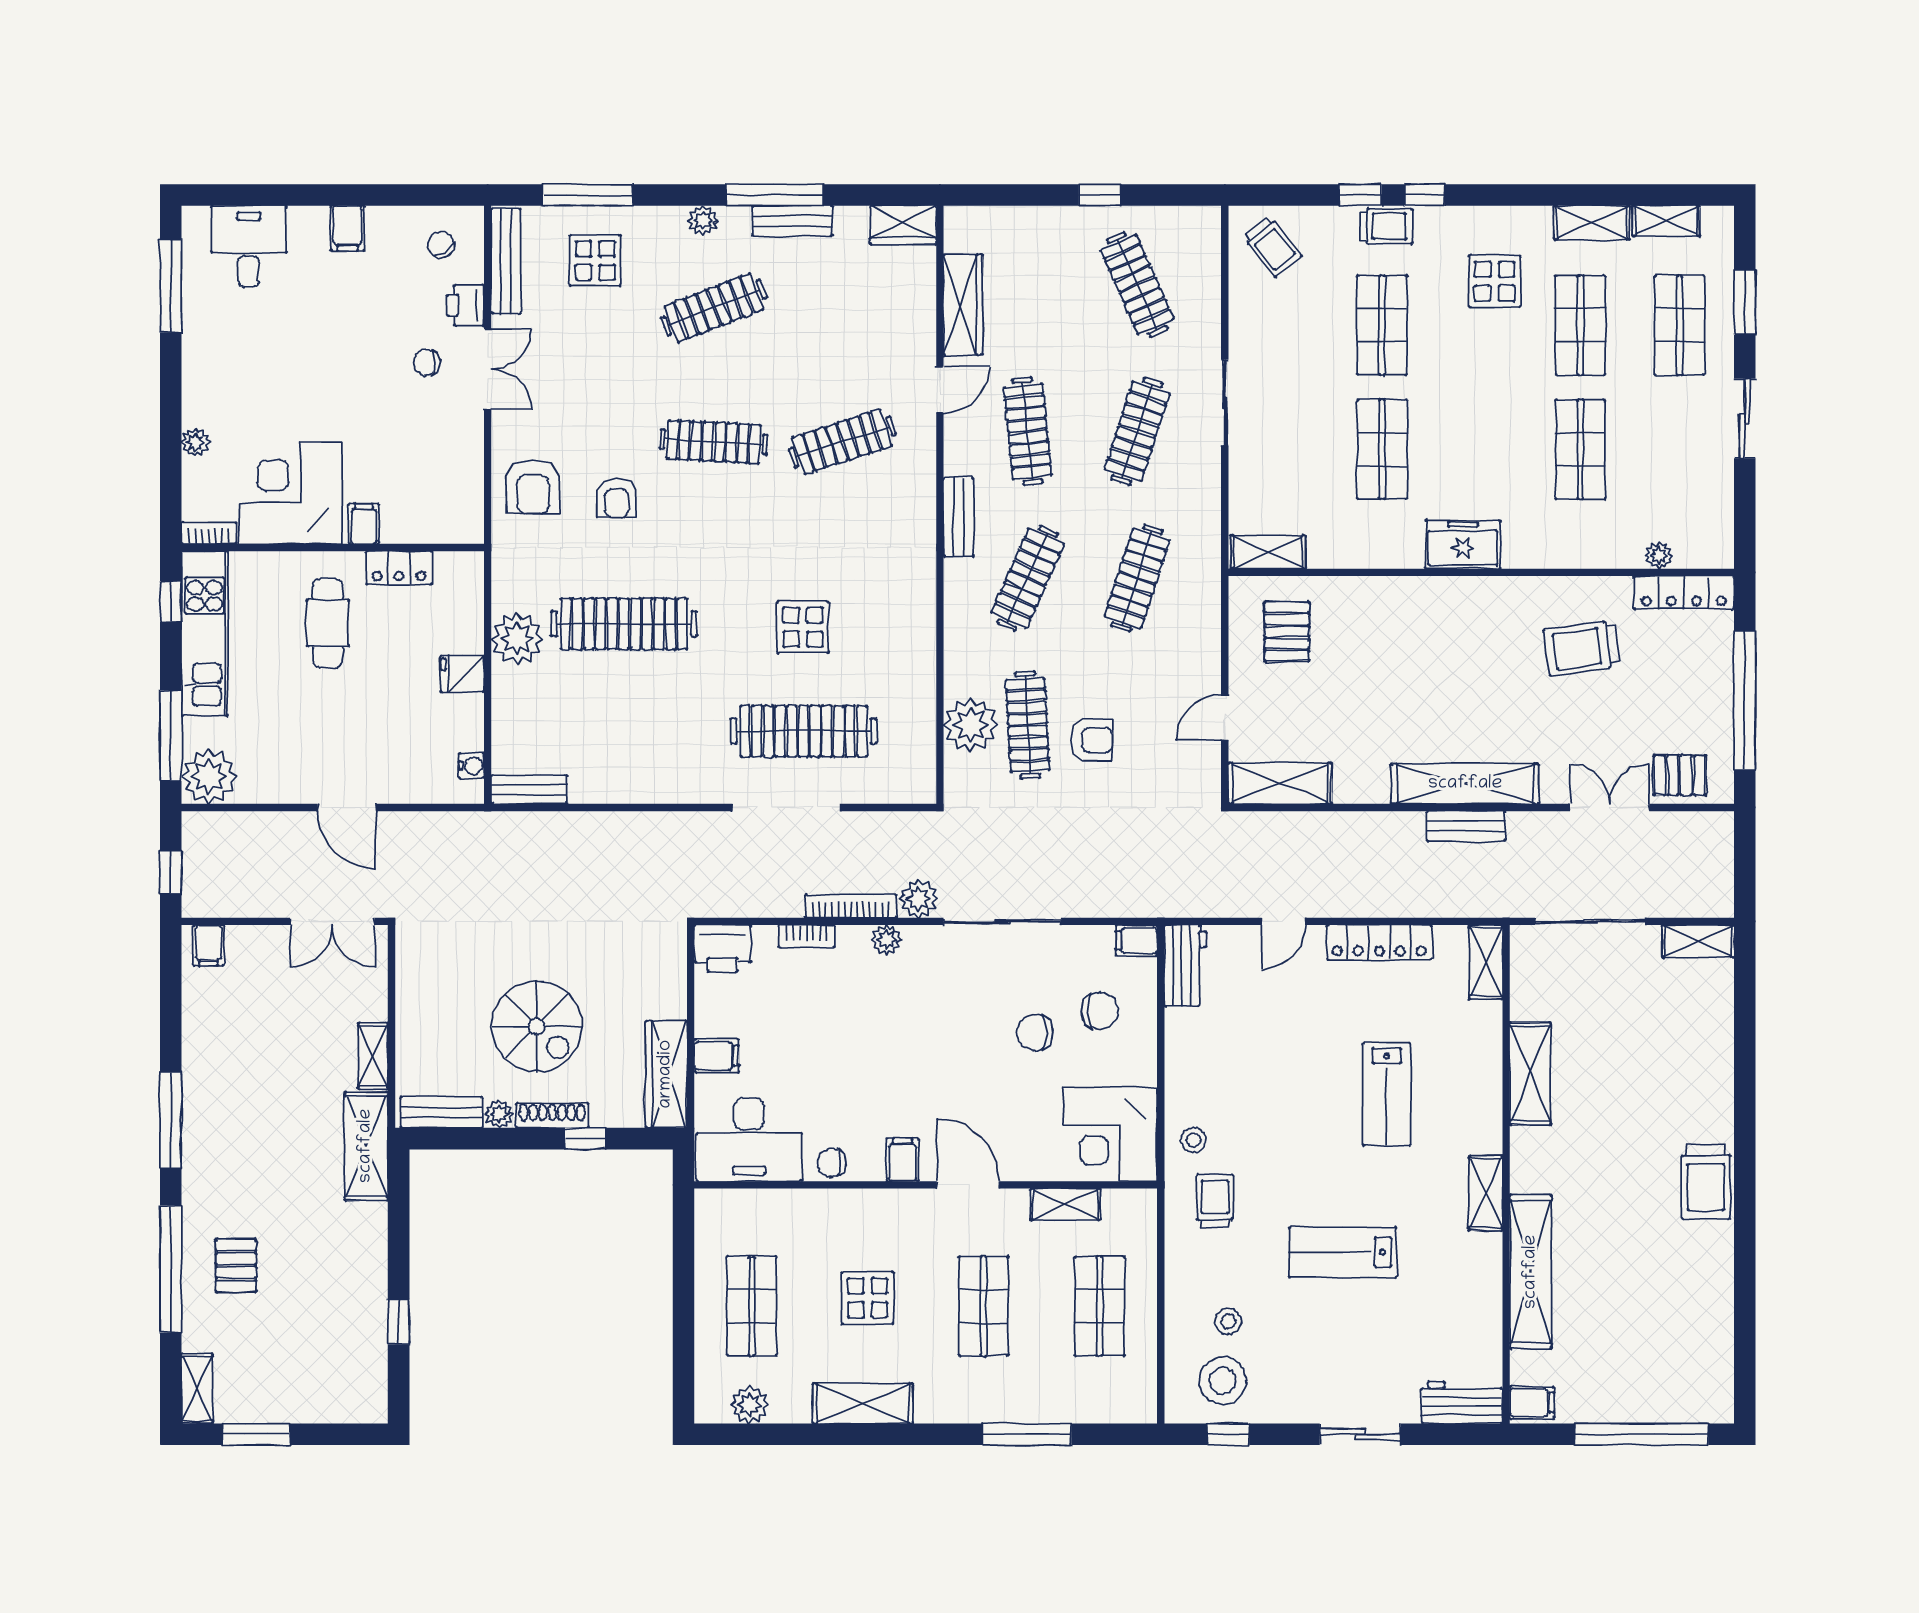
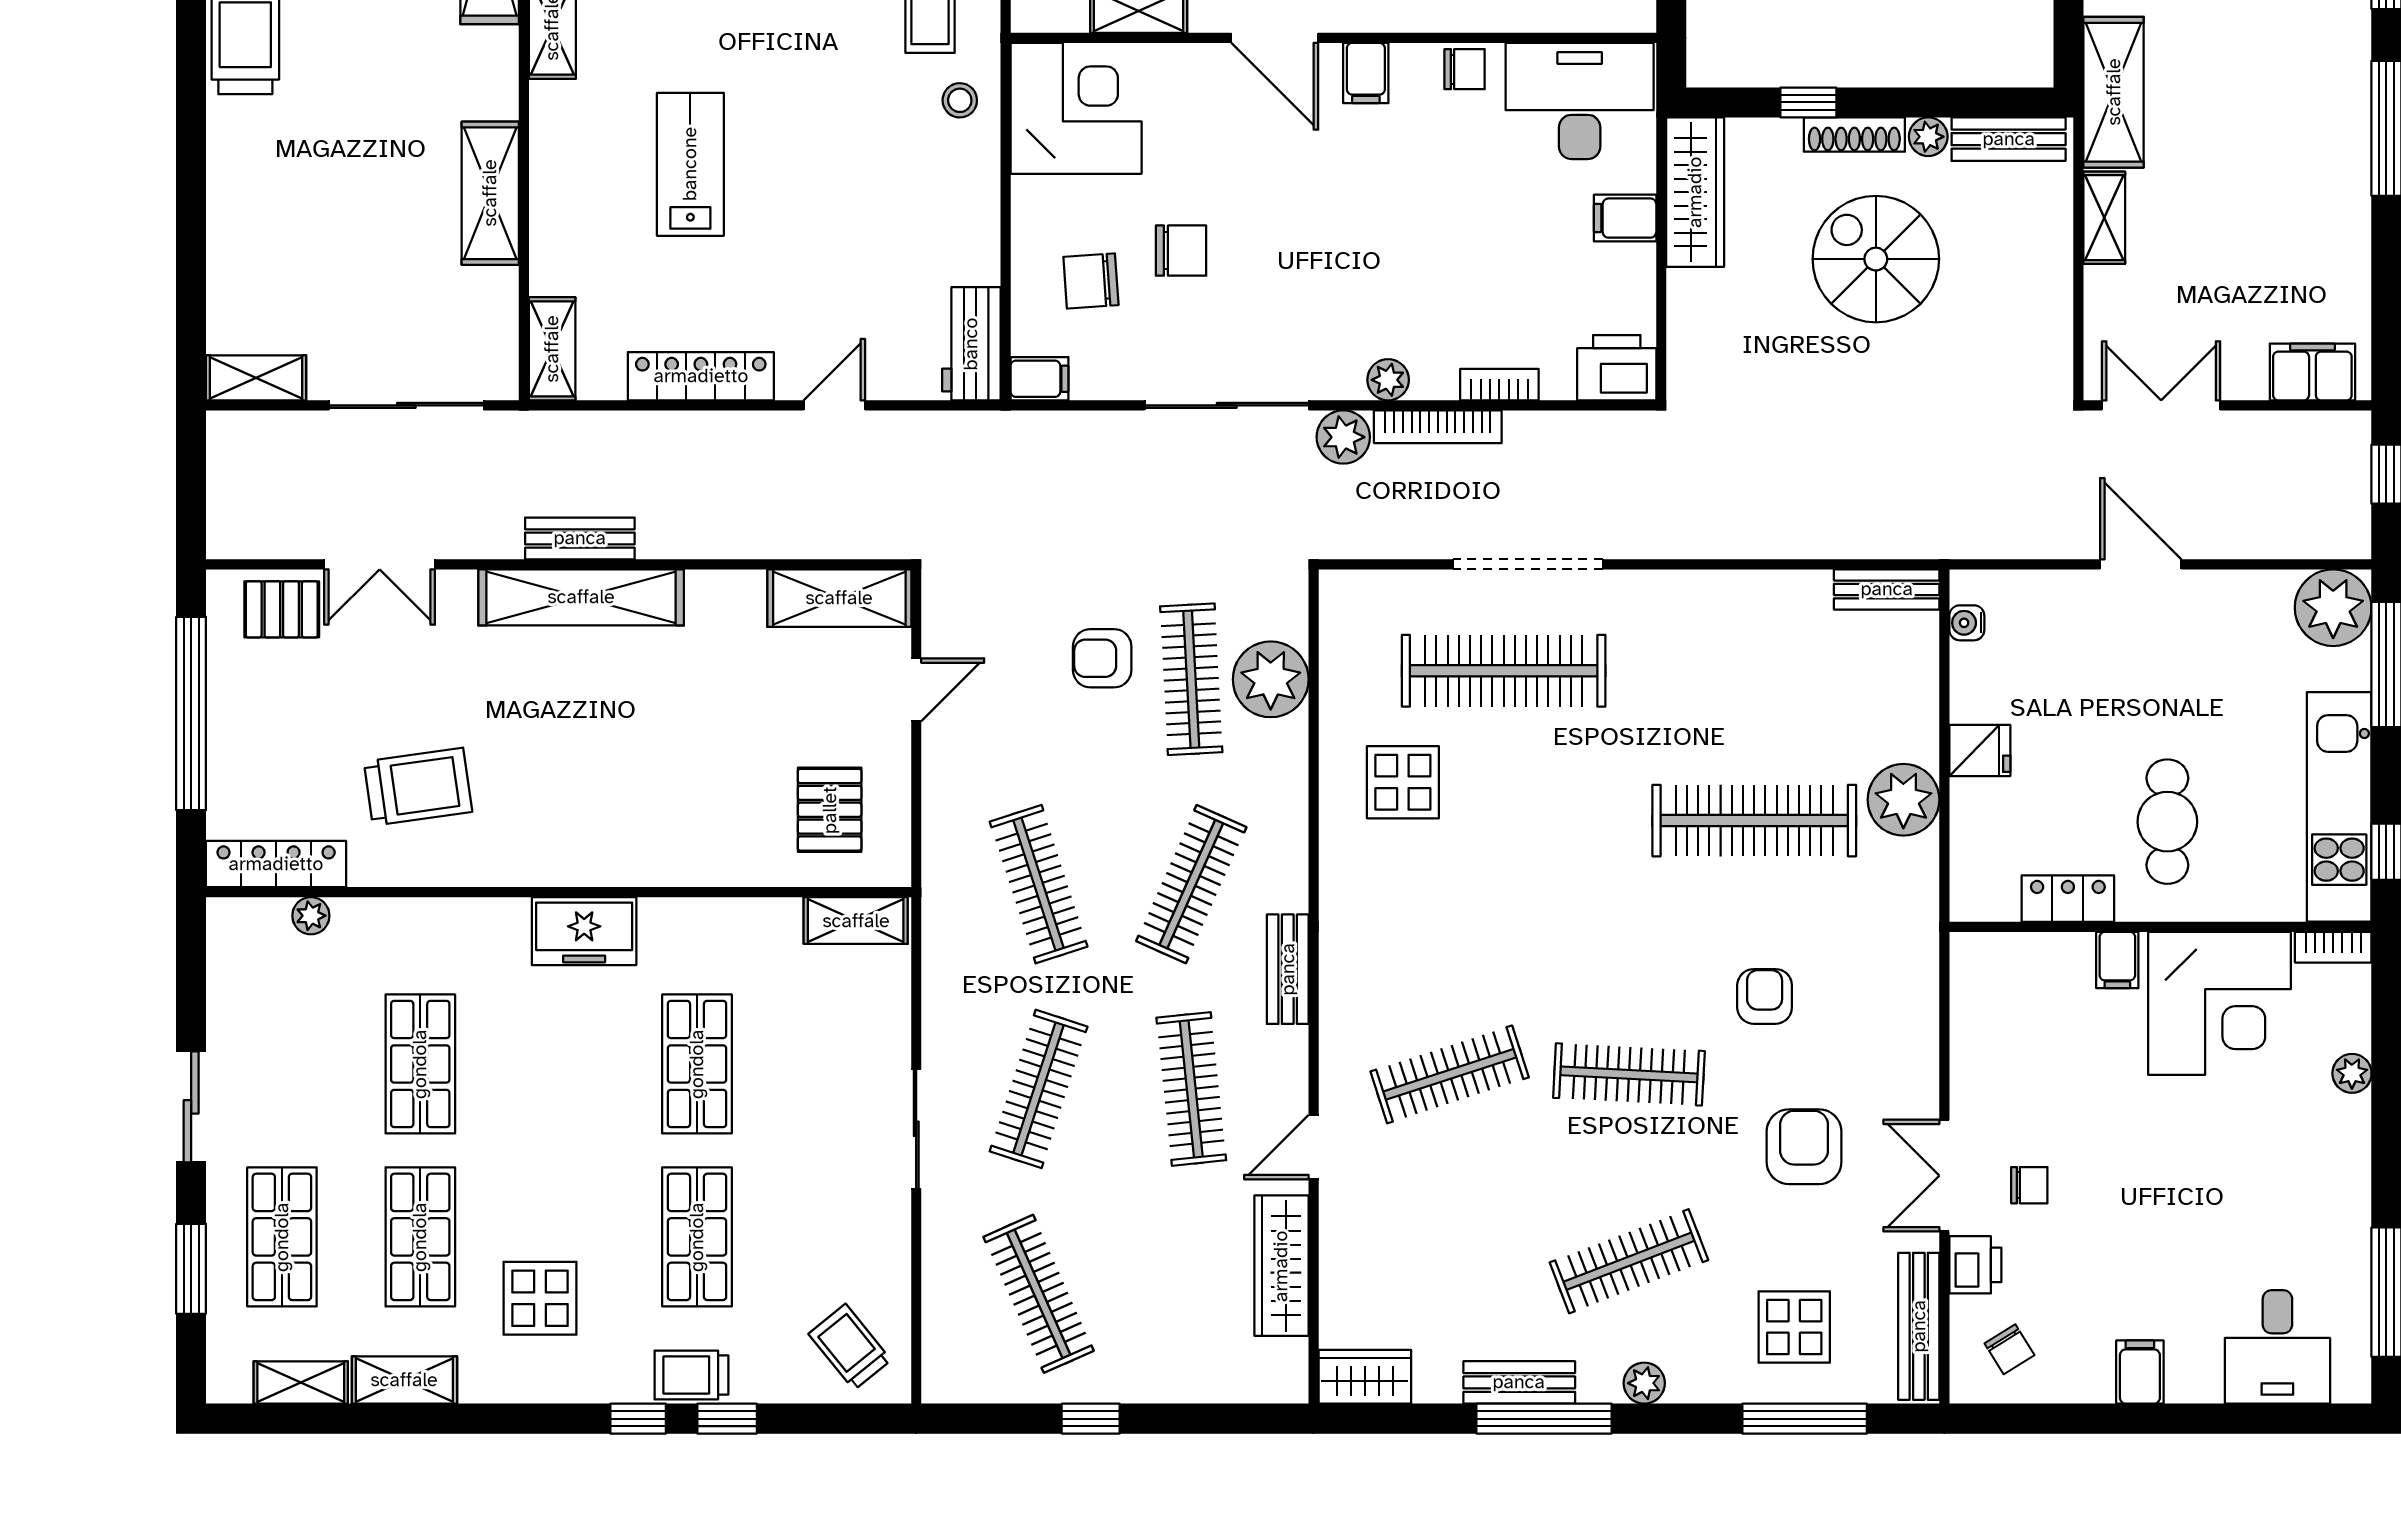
armchair: (533, 487) -> (1804, 1147), moved
clothes rail: (1137, 578) -> (1039, 884), turned -36
display table: (803, 627) -> (1403, 782), moved
filing cabinet: (208, 945) -> (2312, 372), width x2.00

